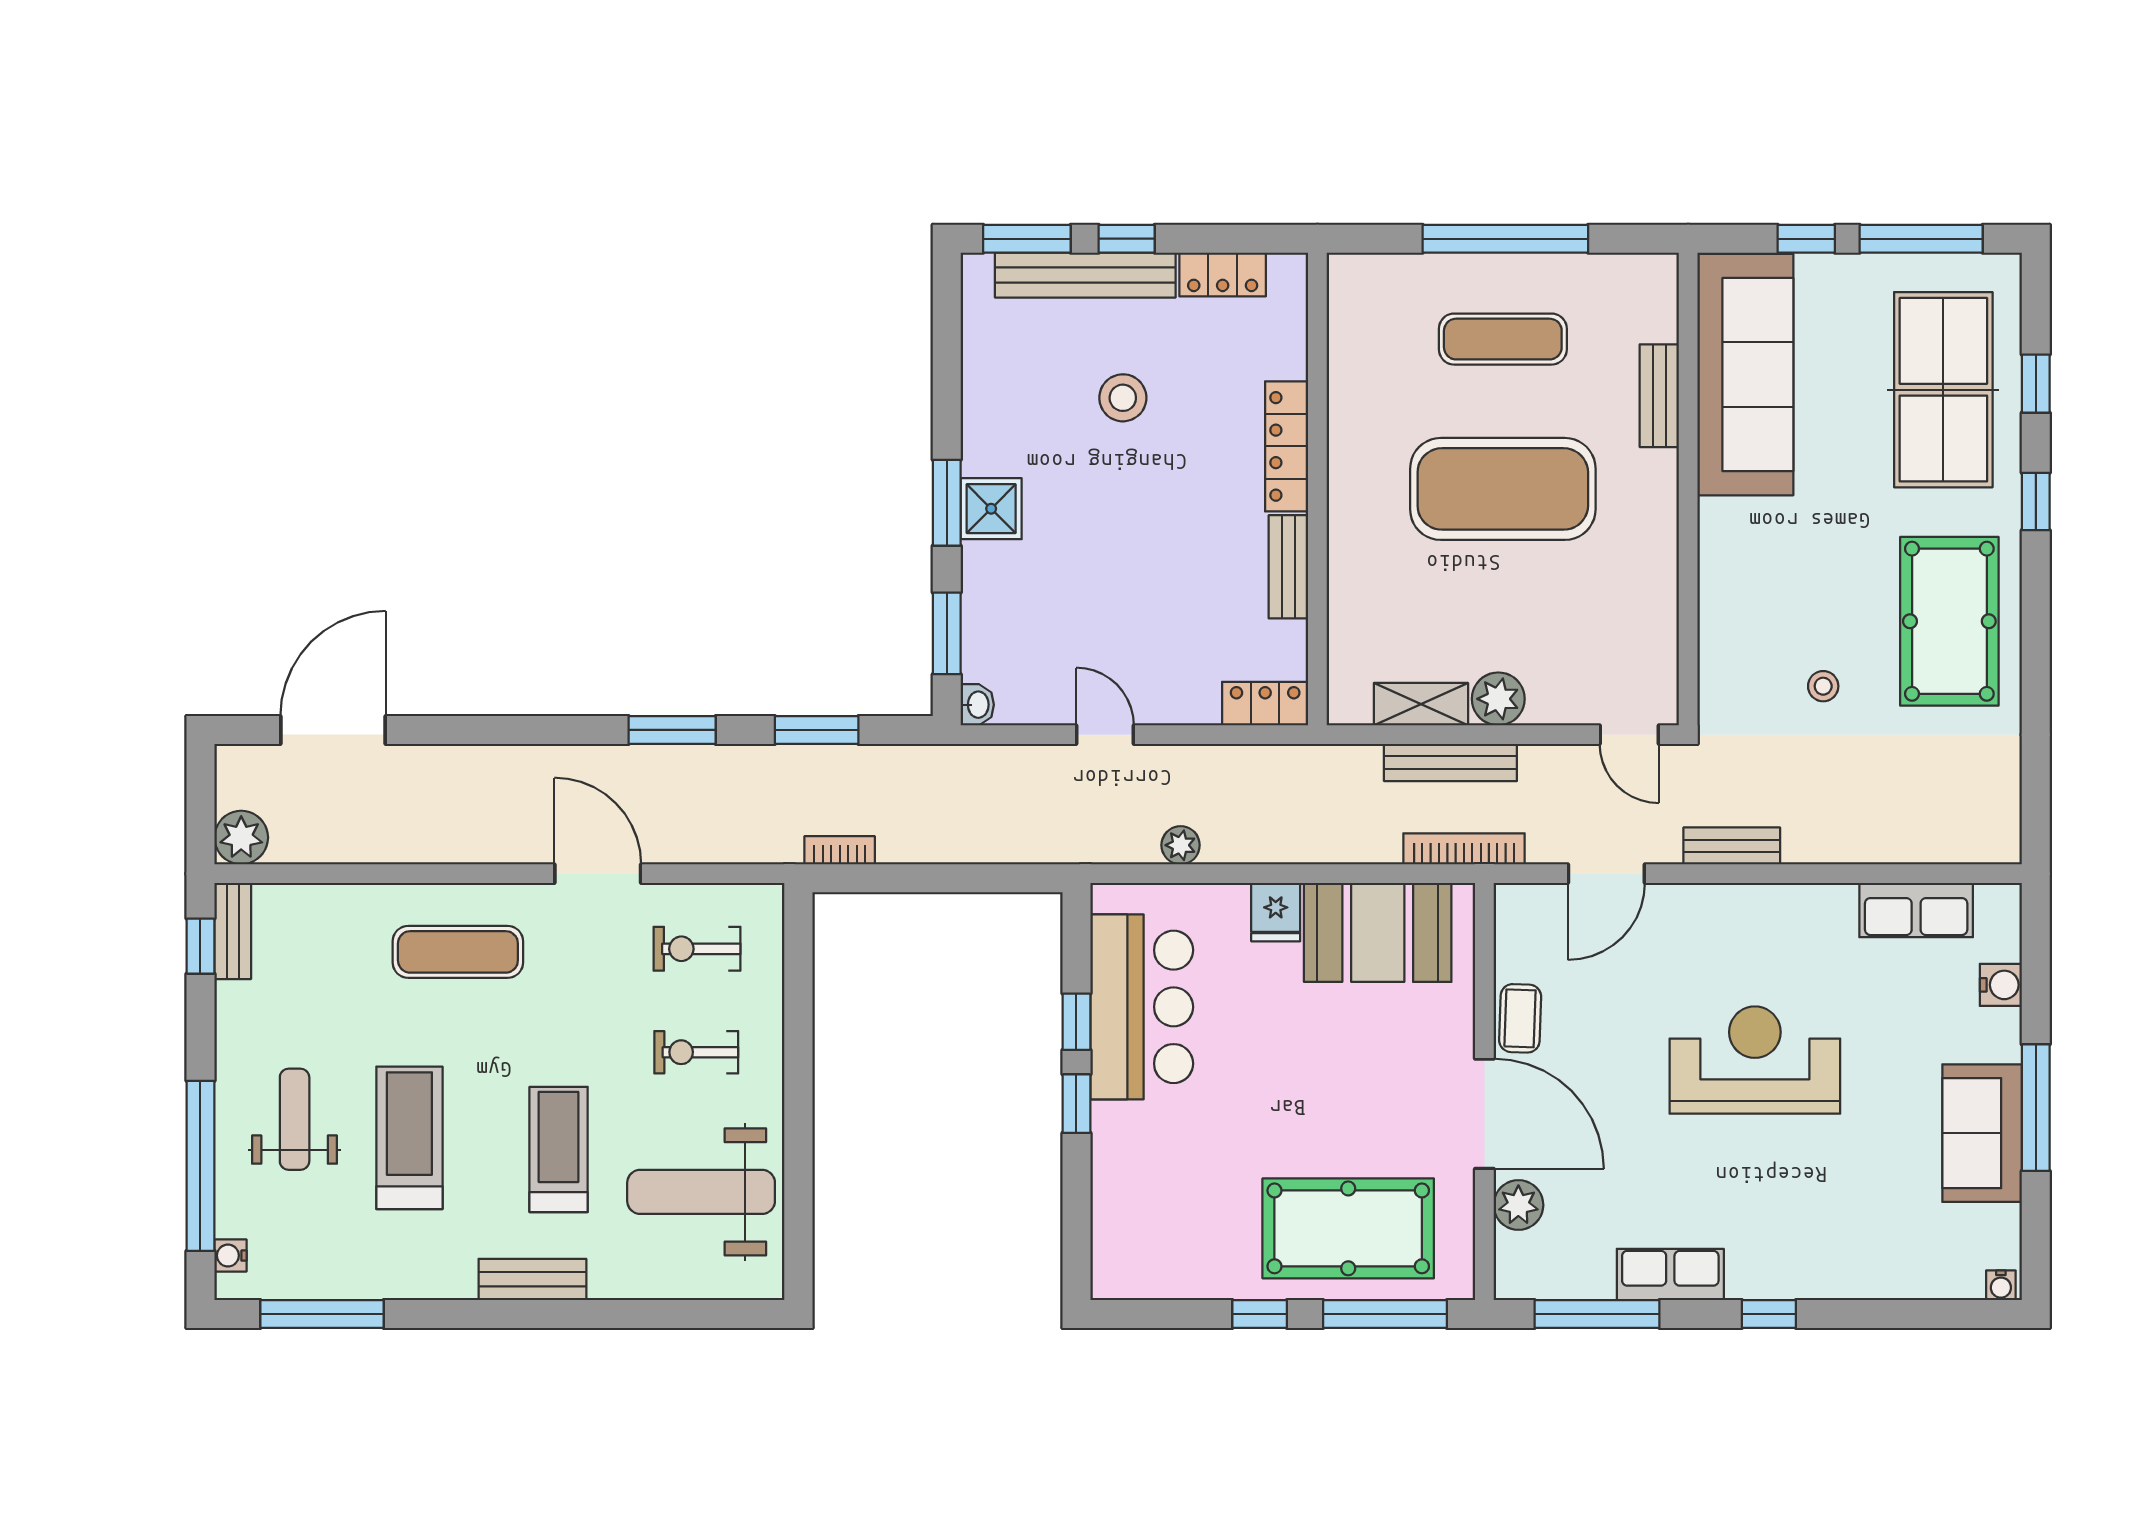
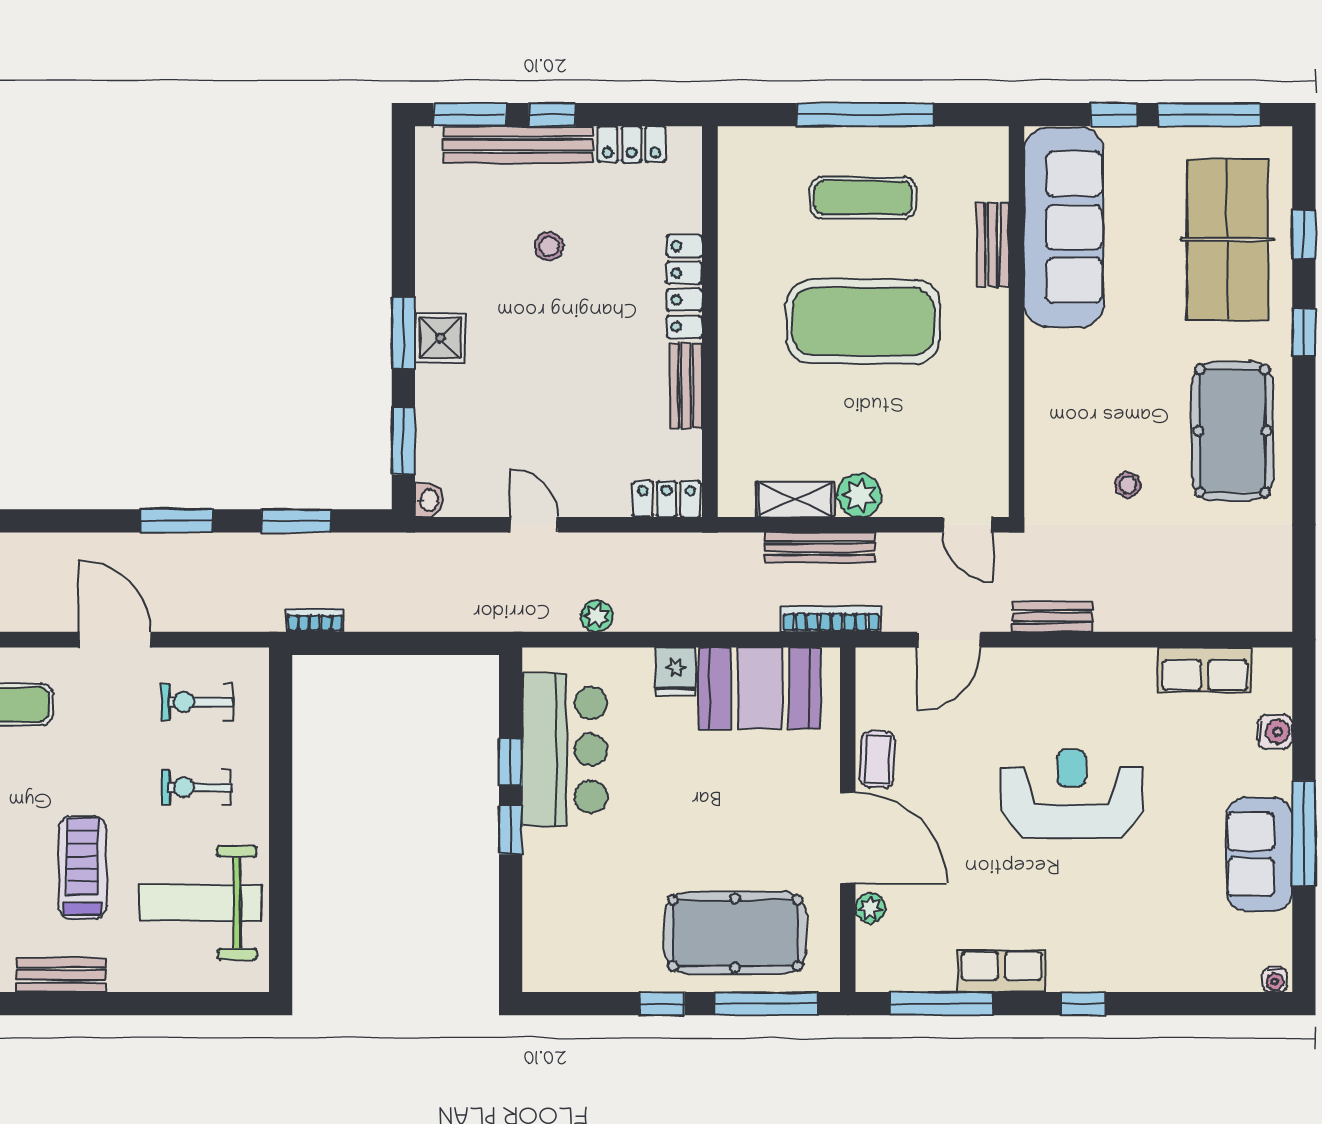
stool: (1123, 398) -> (549, 246), width x0.73, depth x0.73
plant: (1518, 1205) -> (870, 908), width x0.73, depth x0.73

